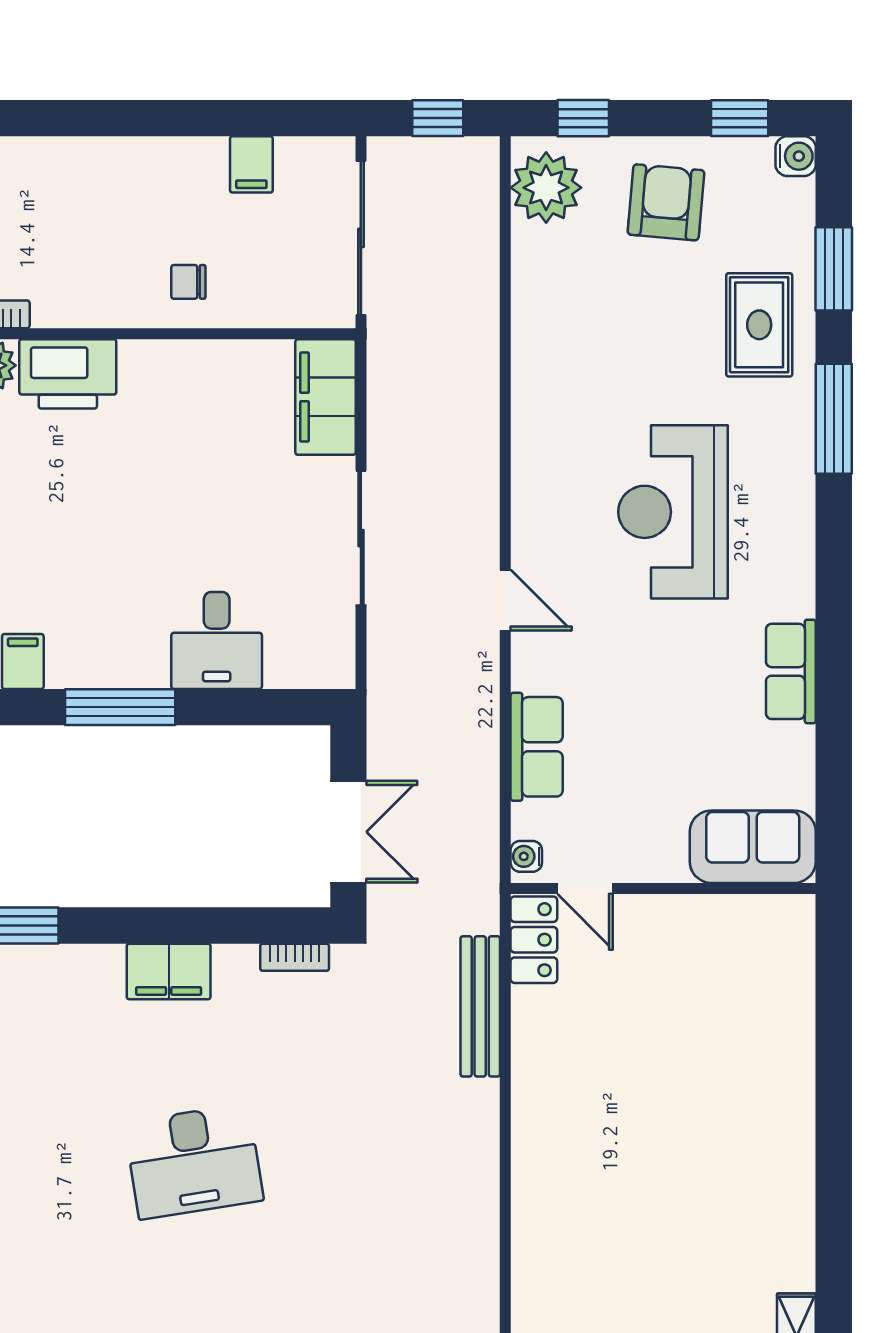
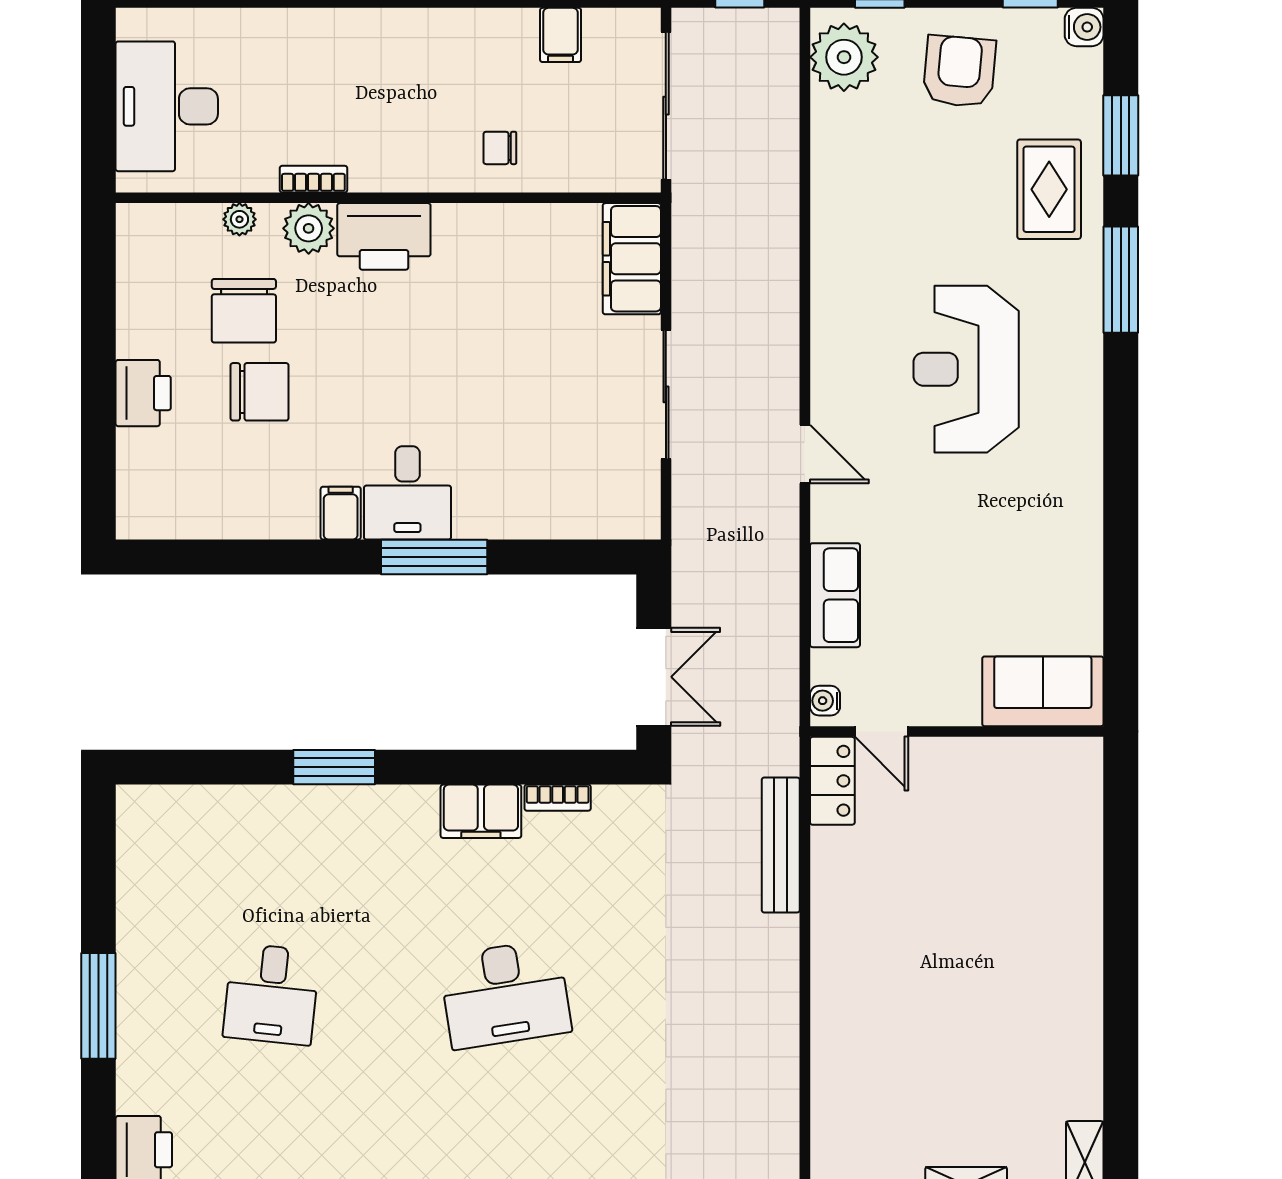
desk: (217, 640) -> (407, 493), moved
row of seats: (791, 671) -> (1080, 523), removed
bookcase: (295, 957) -> (558, 798), moved

